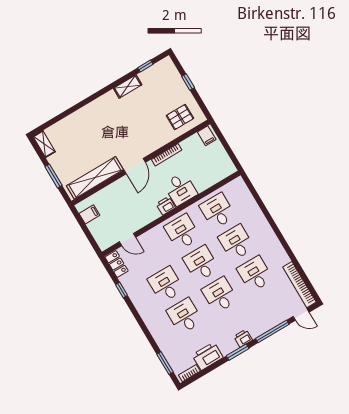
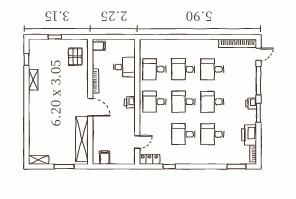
desk: (180, 189) -> (124, 67), moved

